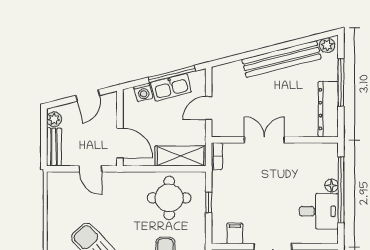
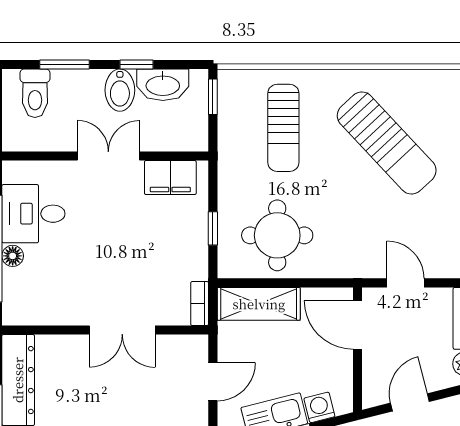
filing cabinet: (235, 233) -> (170, 178), width x2.00

